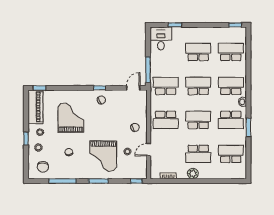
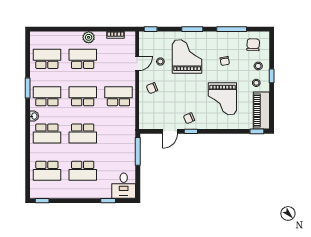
school desk: (166, 86) -> (118, 134), removed
door: (133, 88) -> (170, 131), moved
school desk: (198, 120) -> (83, 96), turned 180
school desk: (231, 154) -> (47, 59), turned 180

